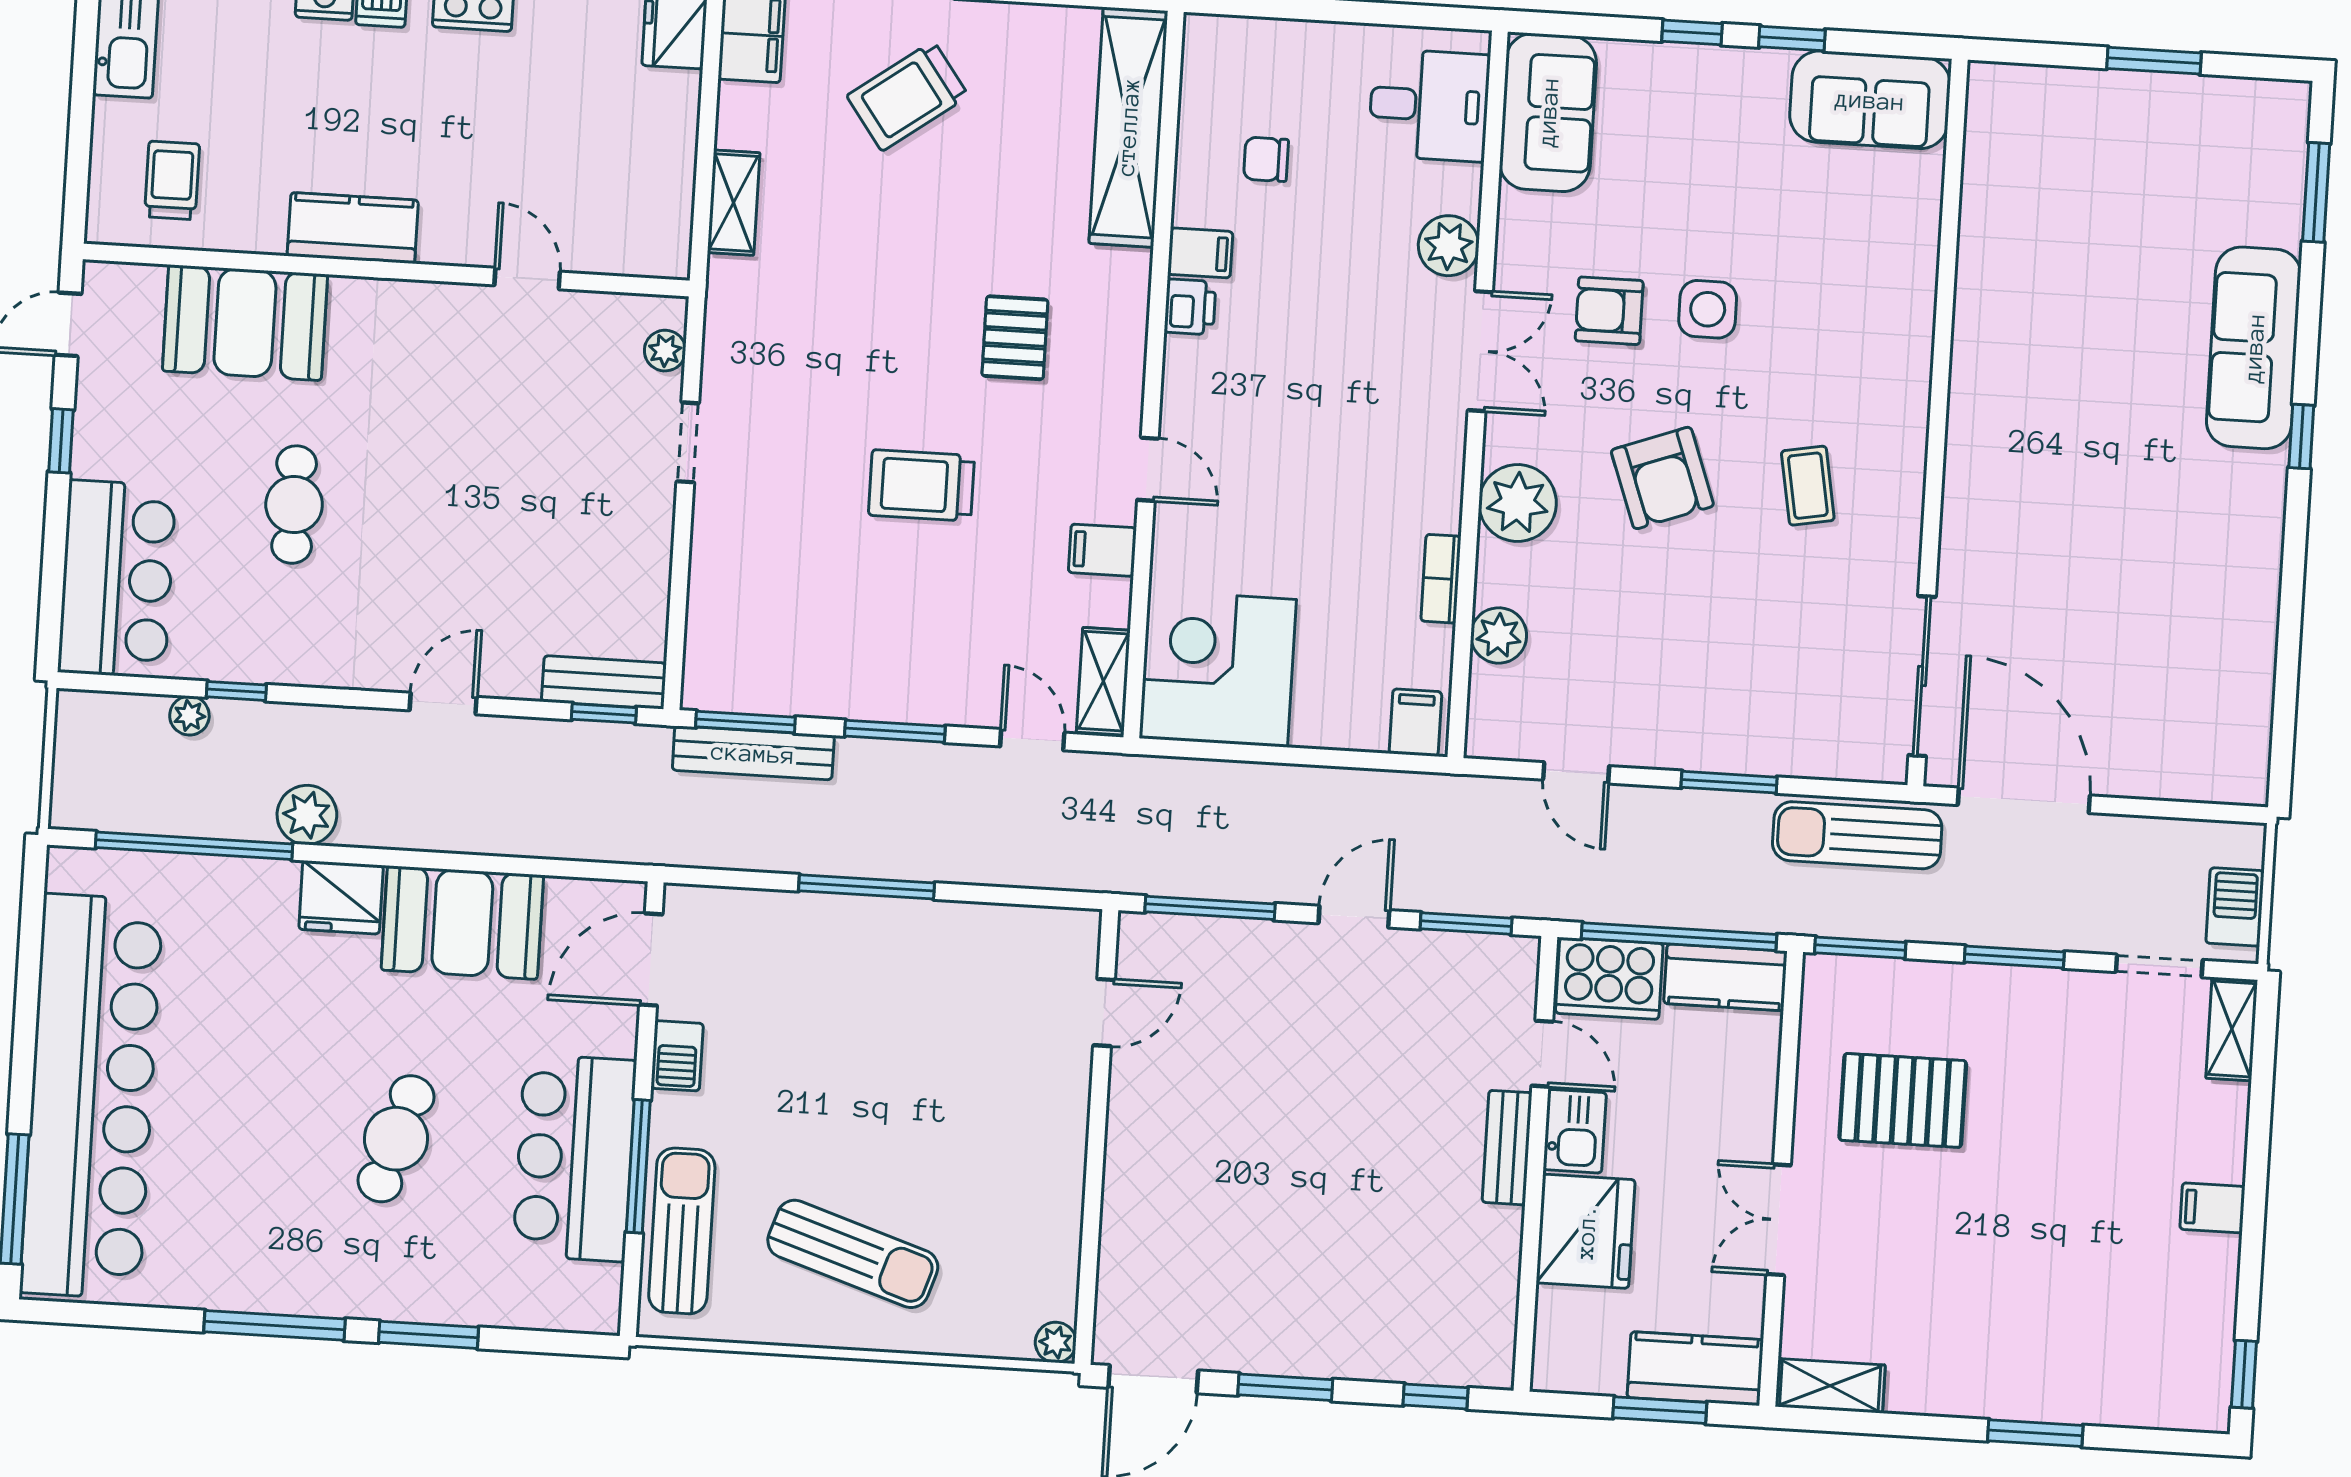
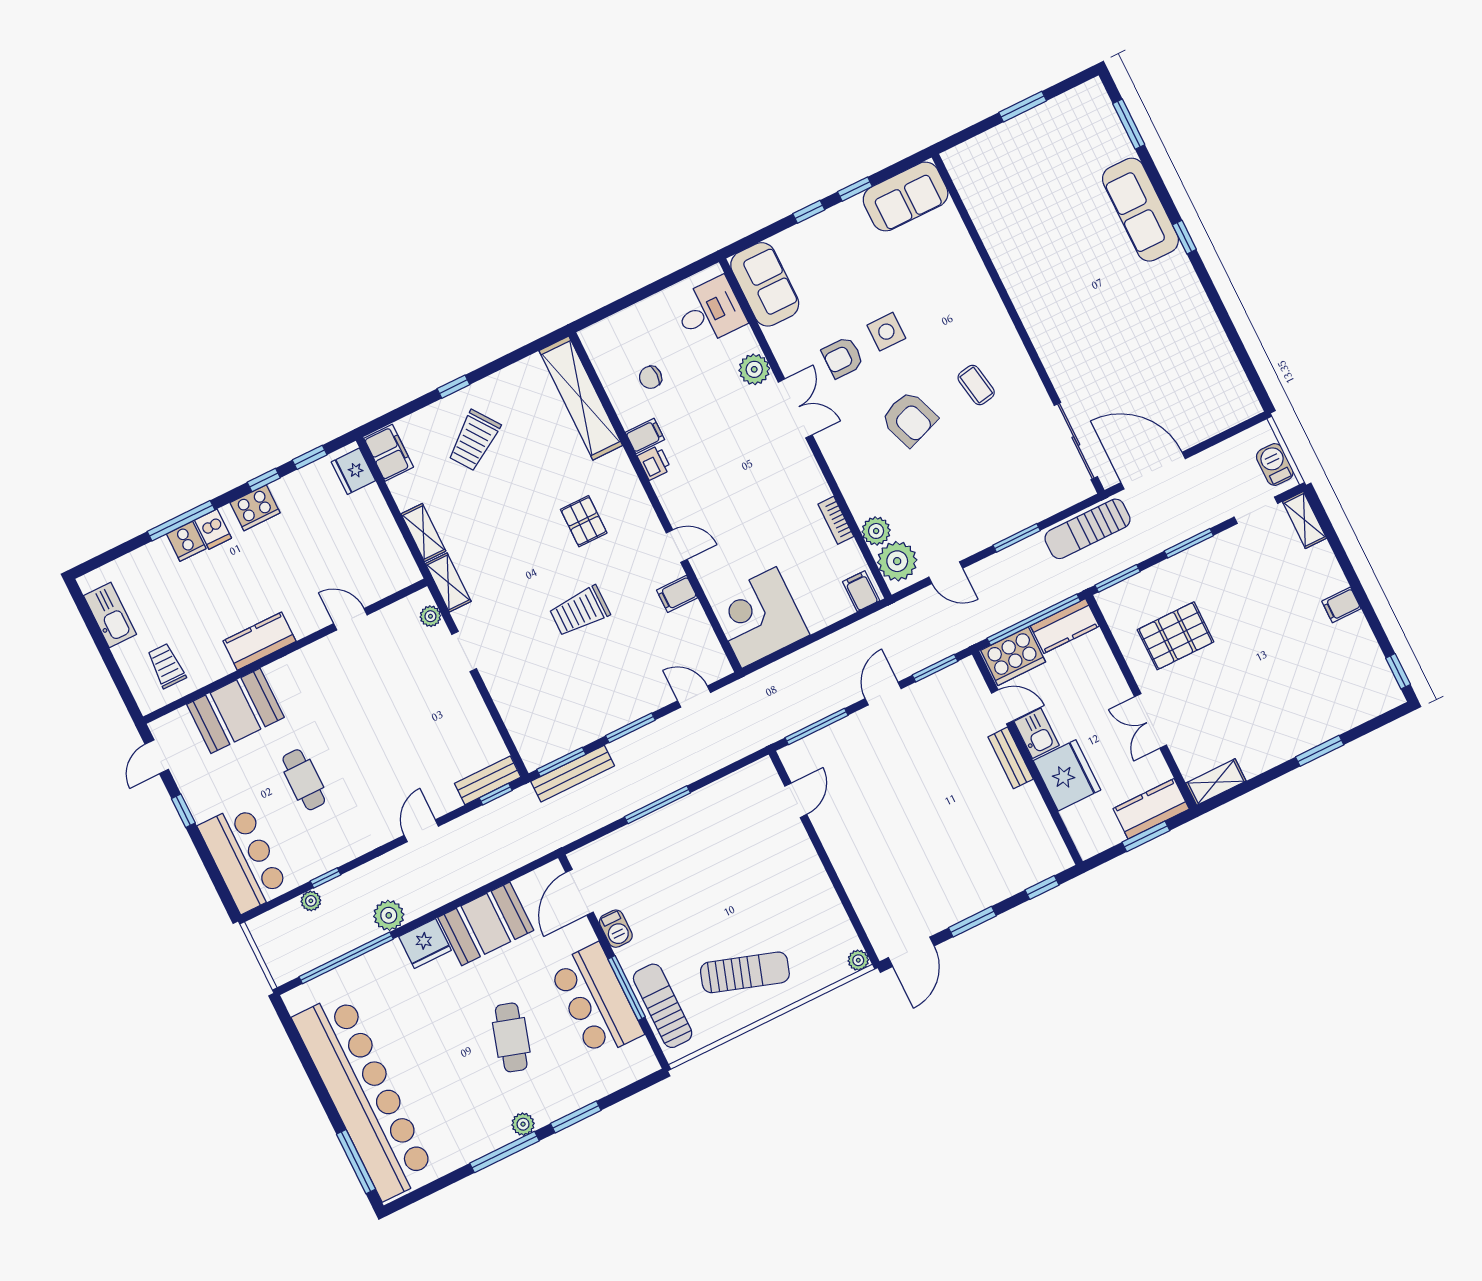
plant: (1518, 503) -> (897, 561), moved
shelving: (1103, 681) -> (448, 582), moved
plant: (332, 1296) -> (523, 1124), added

